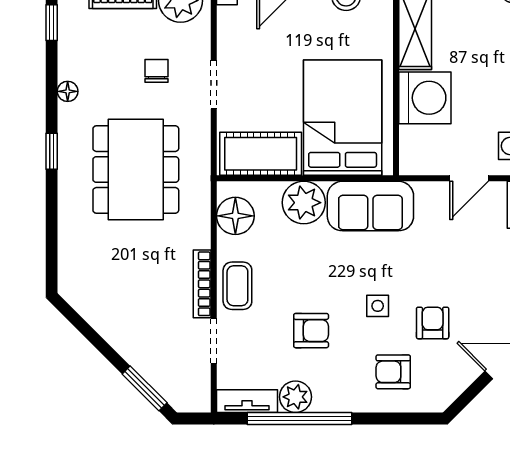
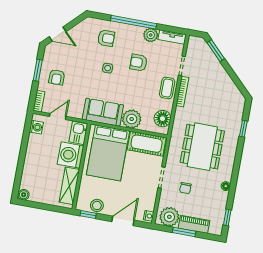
kitchen sink: (416, 150) -> (78, 133), added
window: (52, 151) -> (243, 129), moved
armchair: (433, 323) -> (57, 77), moved
window: (300, 418) -> (134, 22), moved

